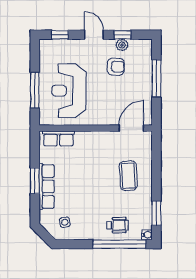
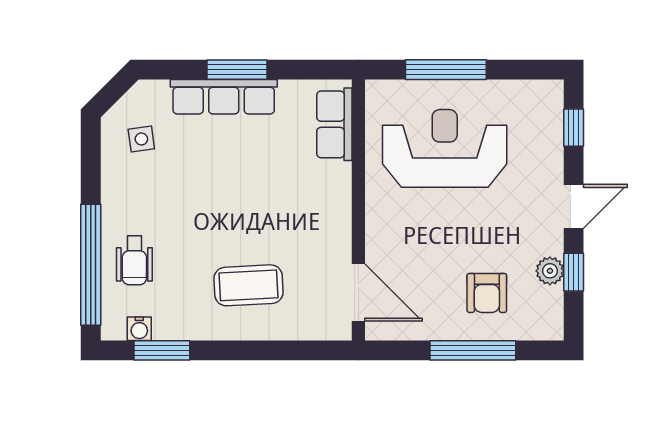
armchair: (116, 67) -> (487, 293), moved
water cooler: (147, 235) -> (139, 329), moved

